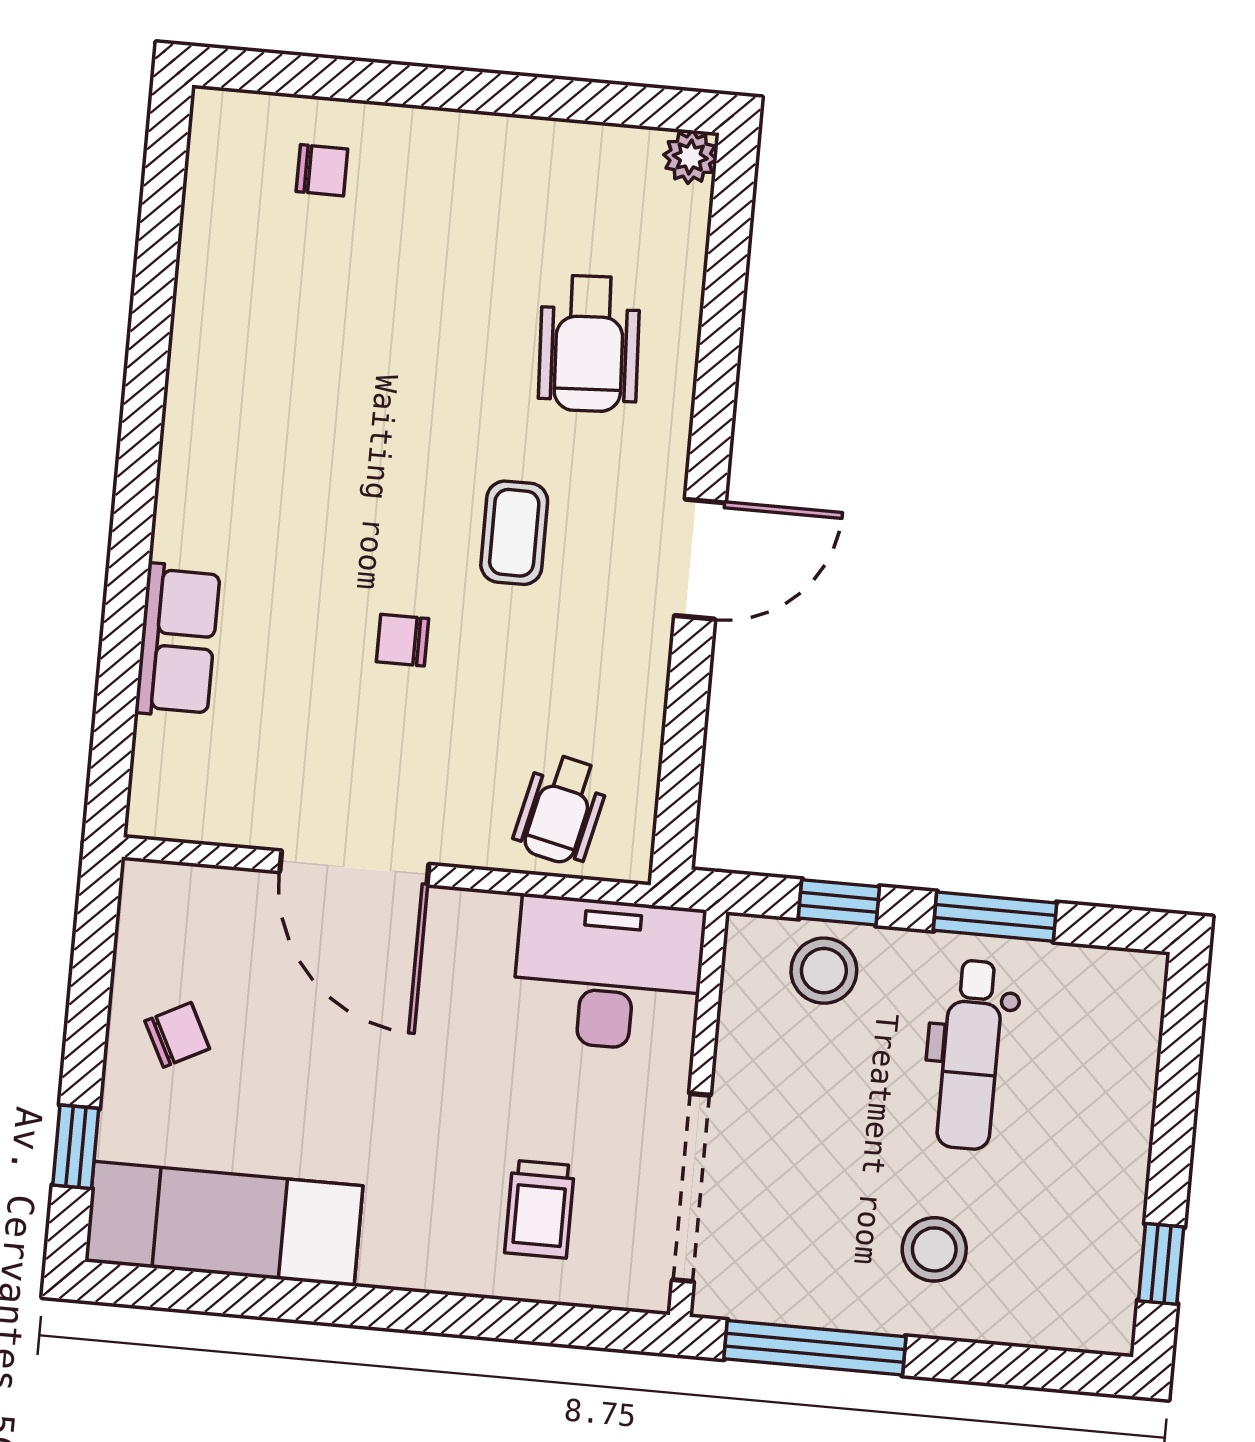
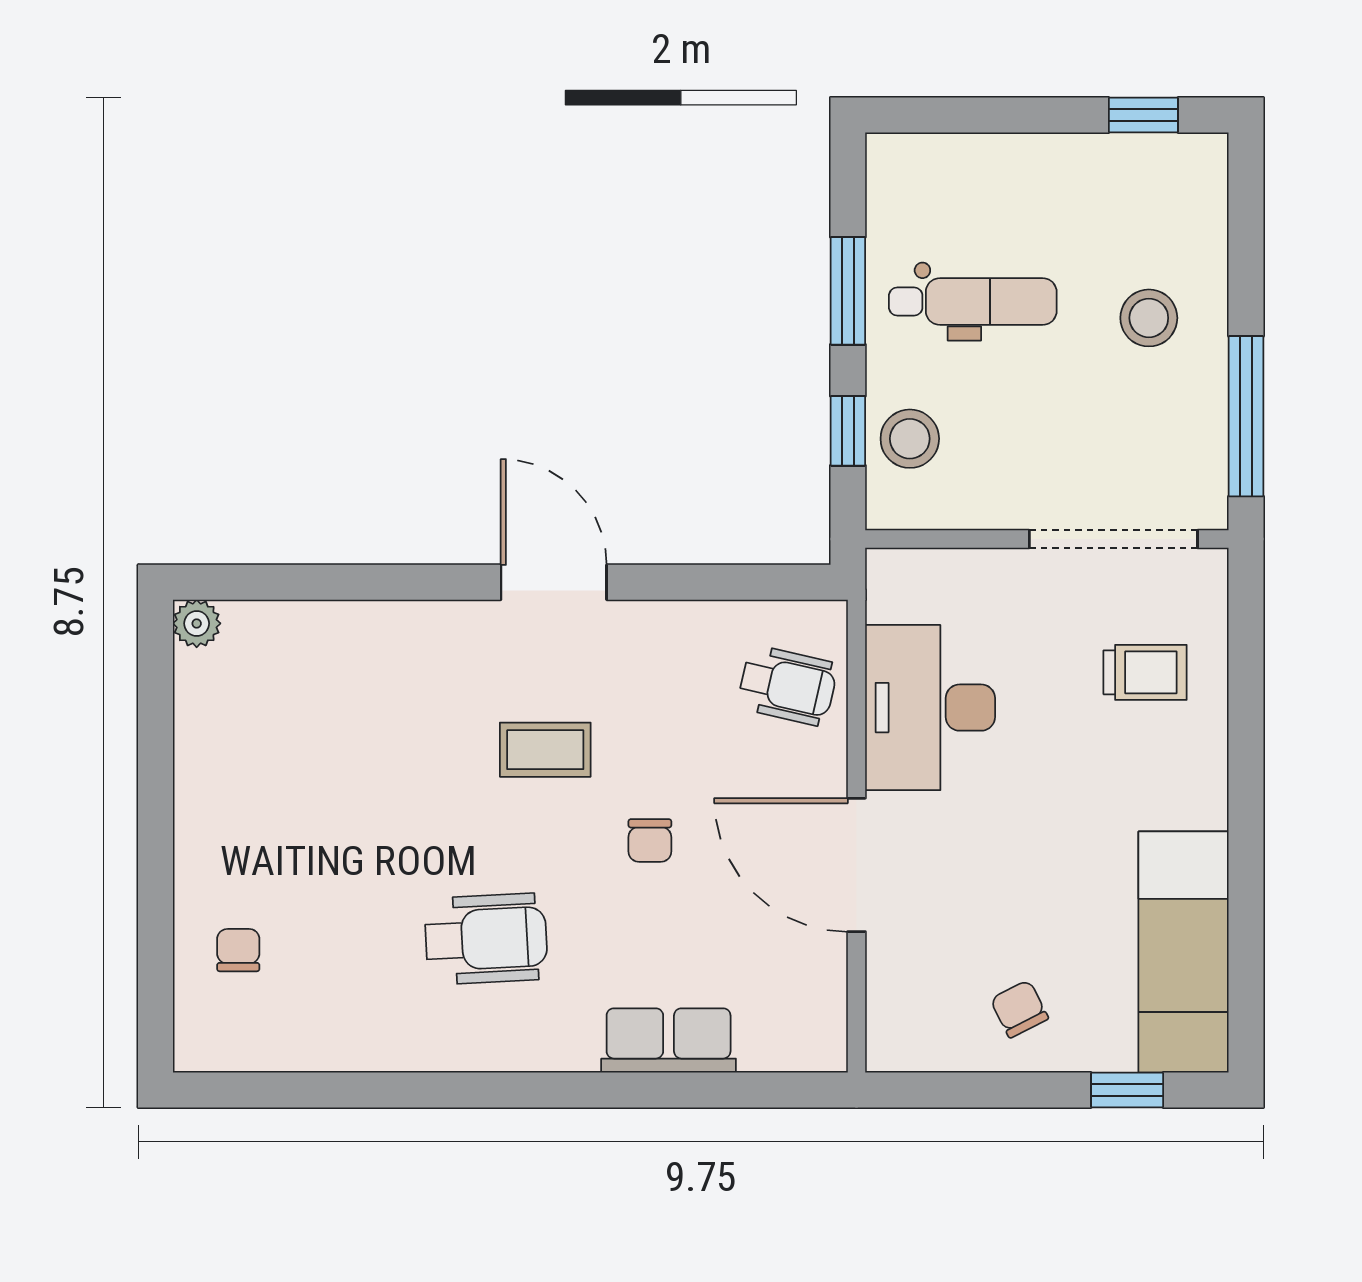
wheelchair: (589, 344) -> (486, 939), moved
door: (354, 868) -> (857, 865), swing flipped
desk: (608, 974) -> (930, 708), moved

